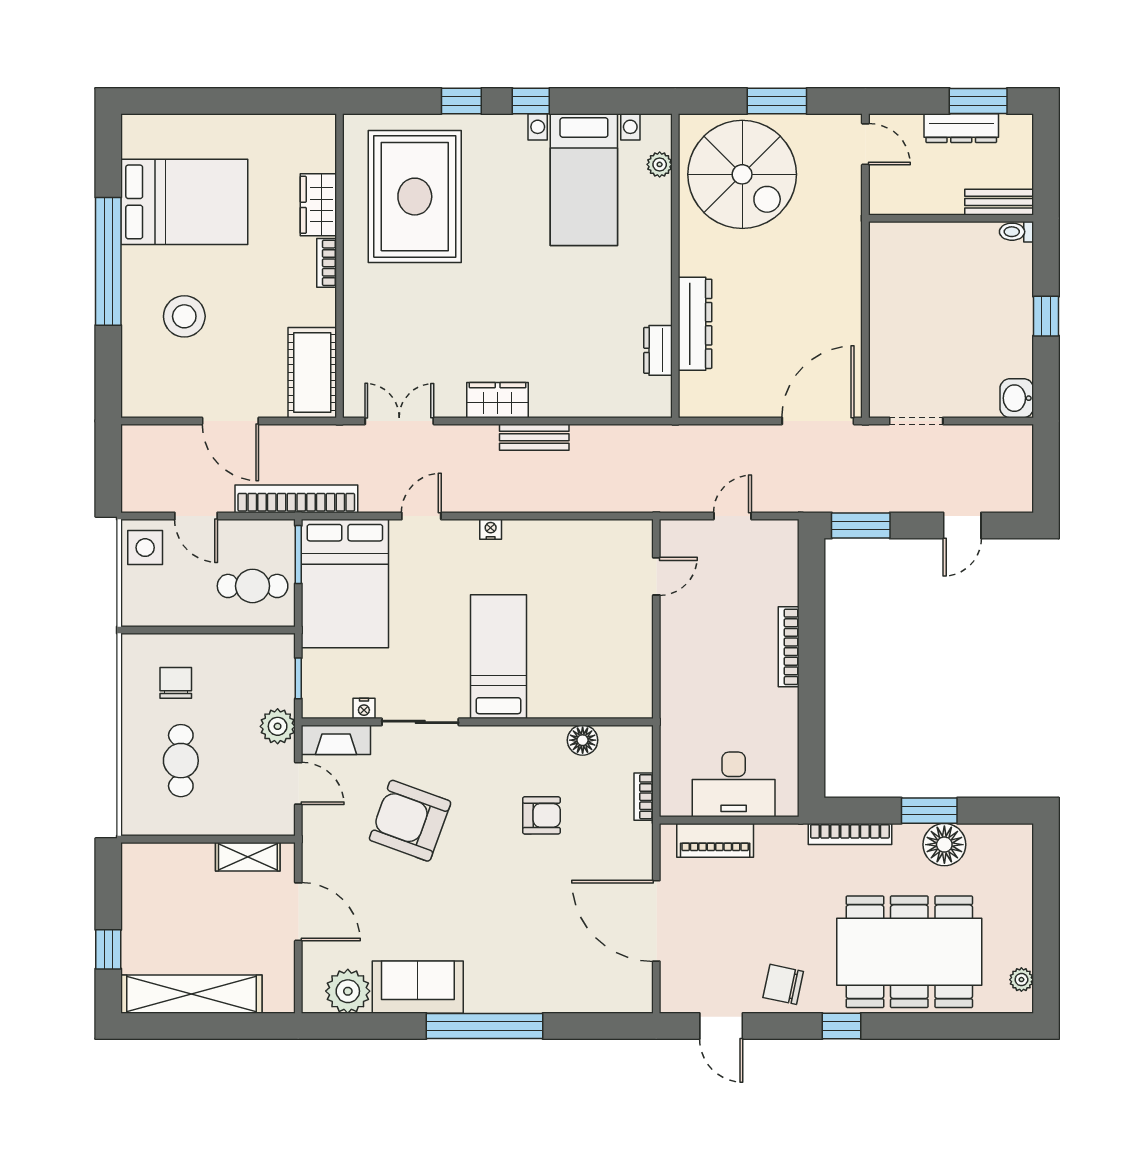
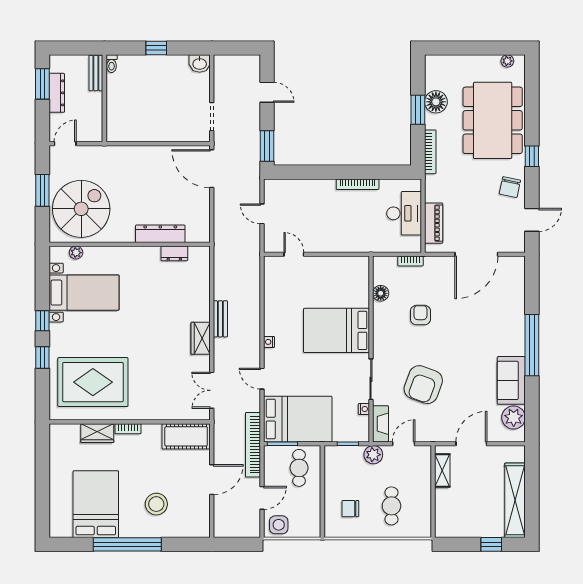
bookcase: (789, 647) -> (358, 184), moved
bed: (498, 657) -> (336, 330), width x1.50
cafe table: (181, 761) -> (391, 506), turned 90

